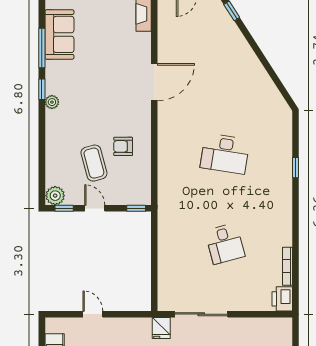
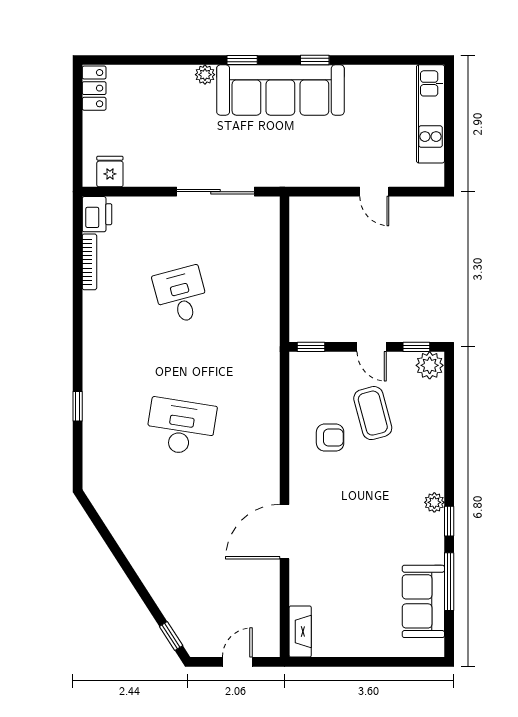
fridge: (161, 328) -> (110, 172), moved

